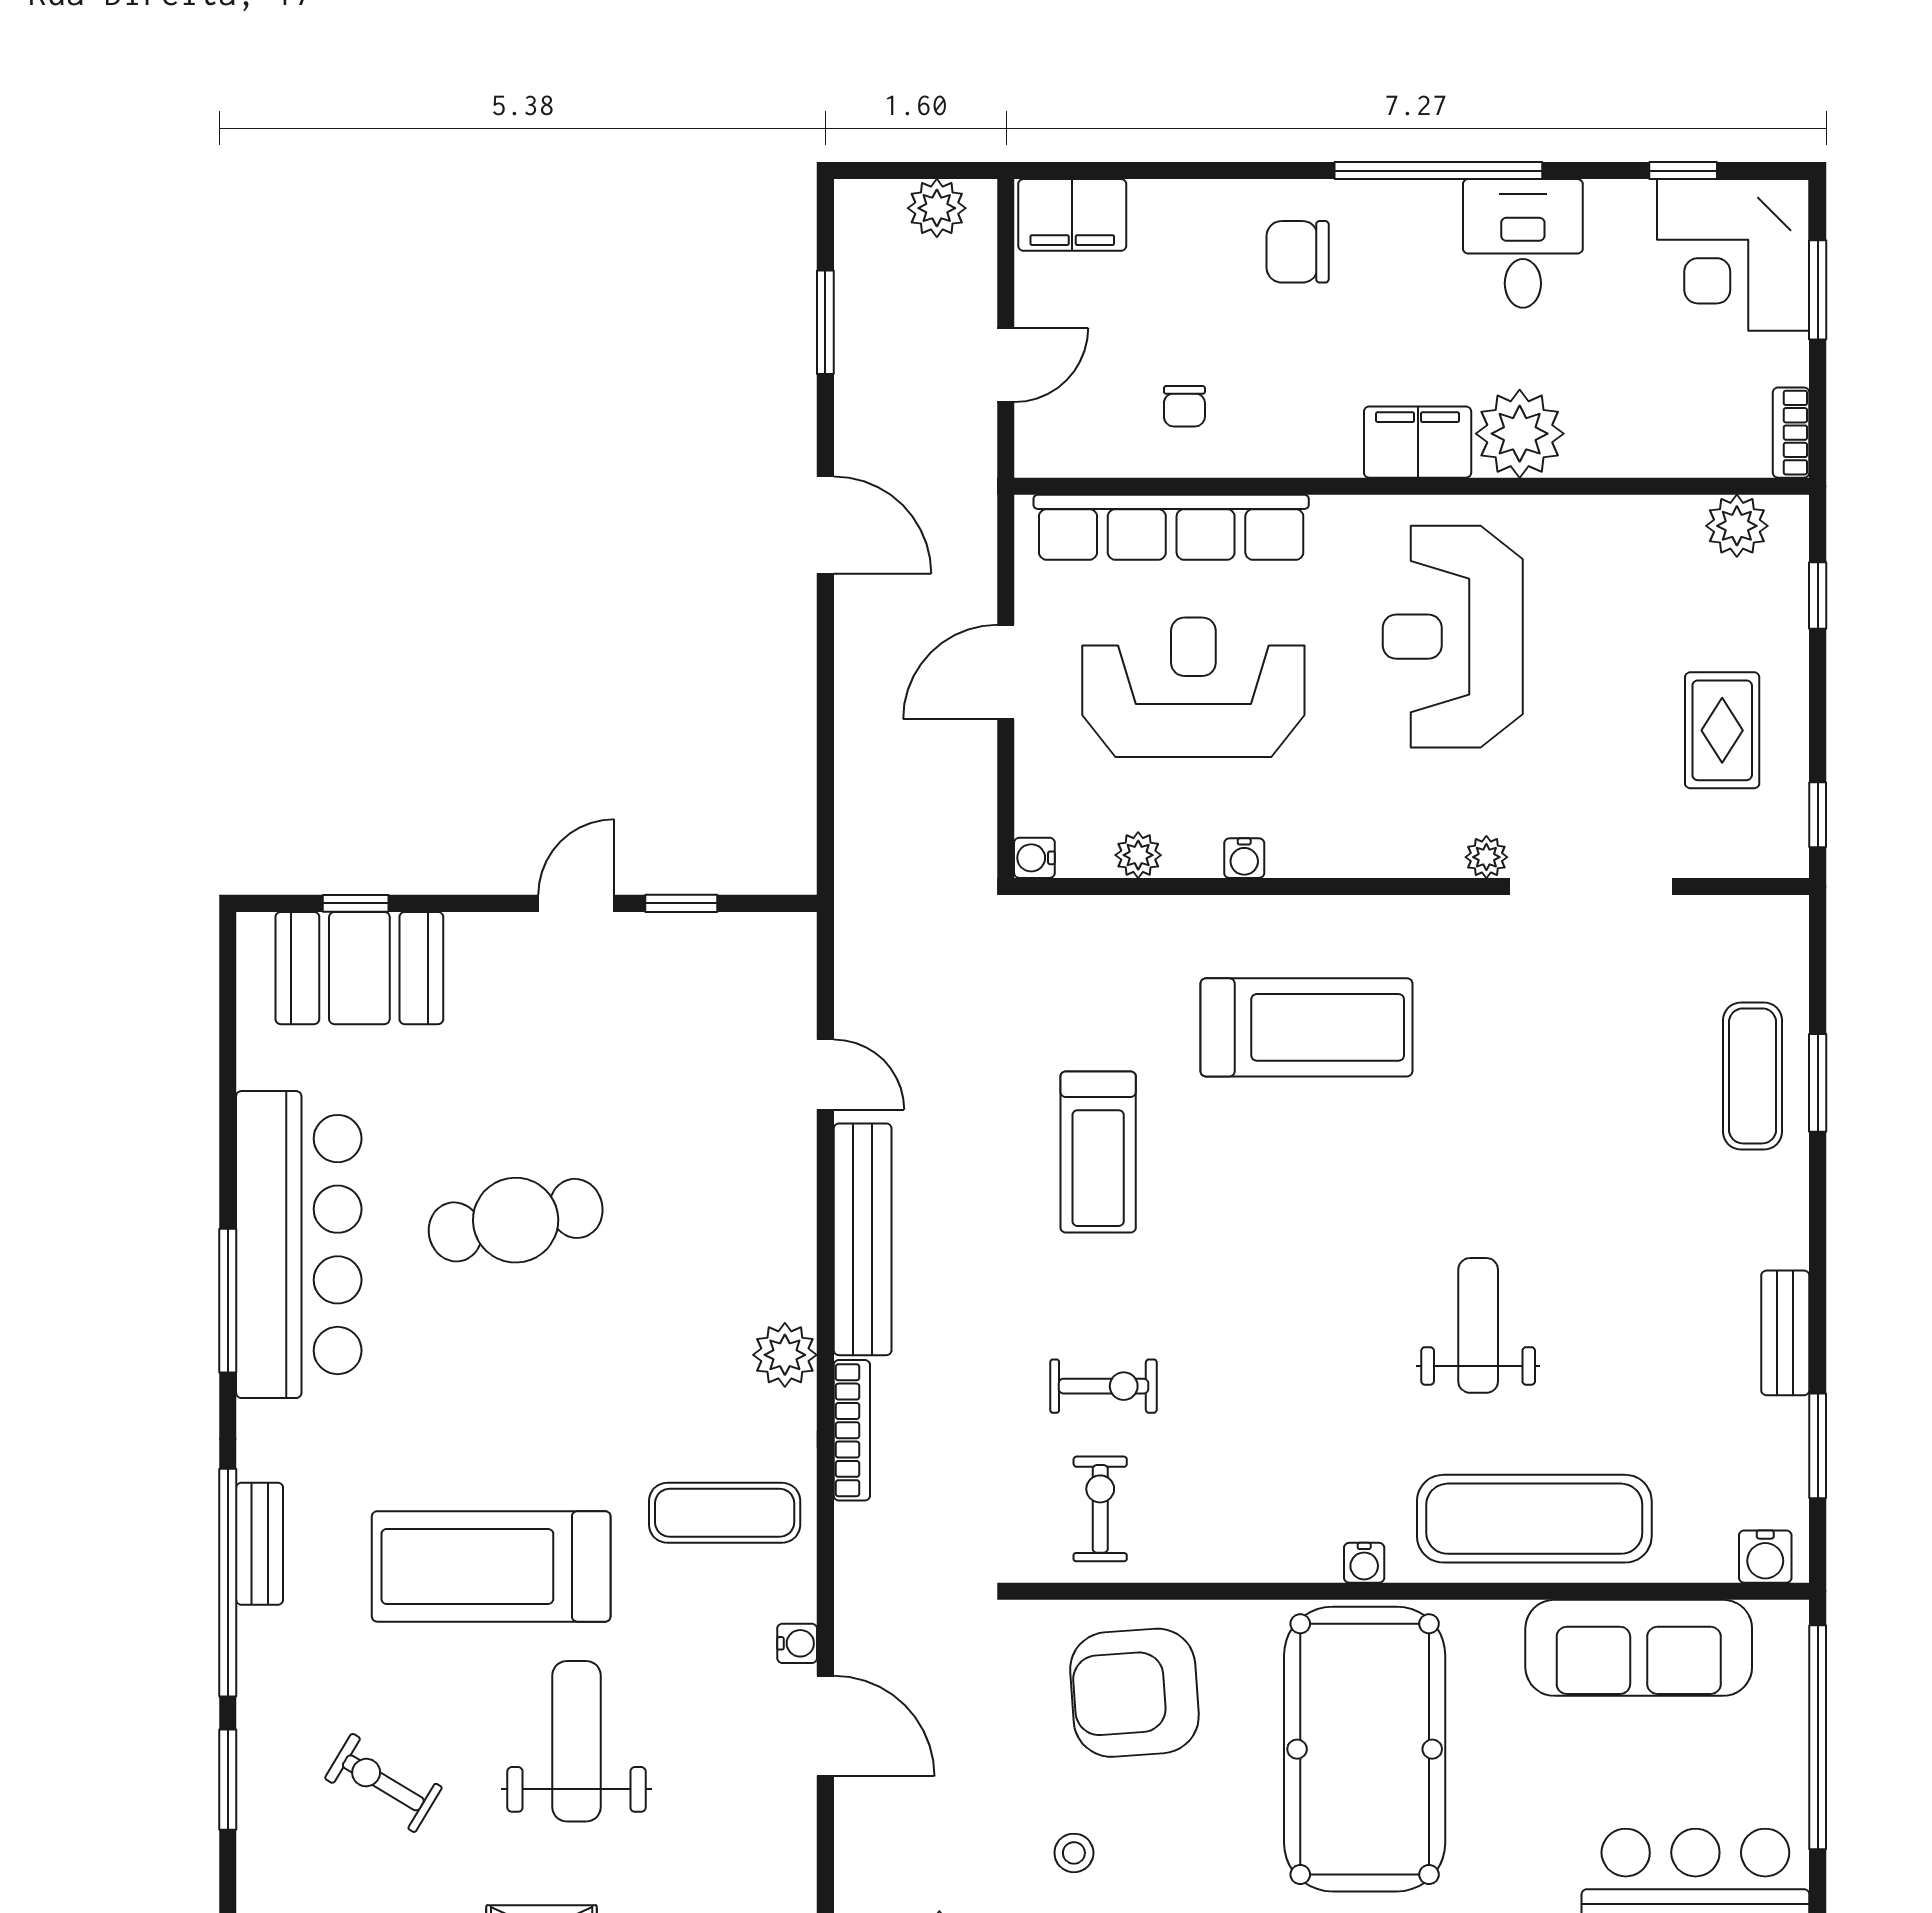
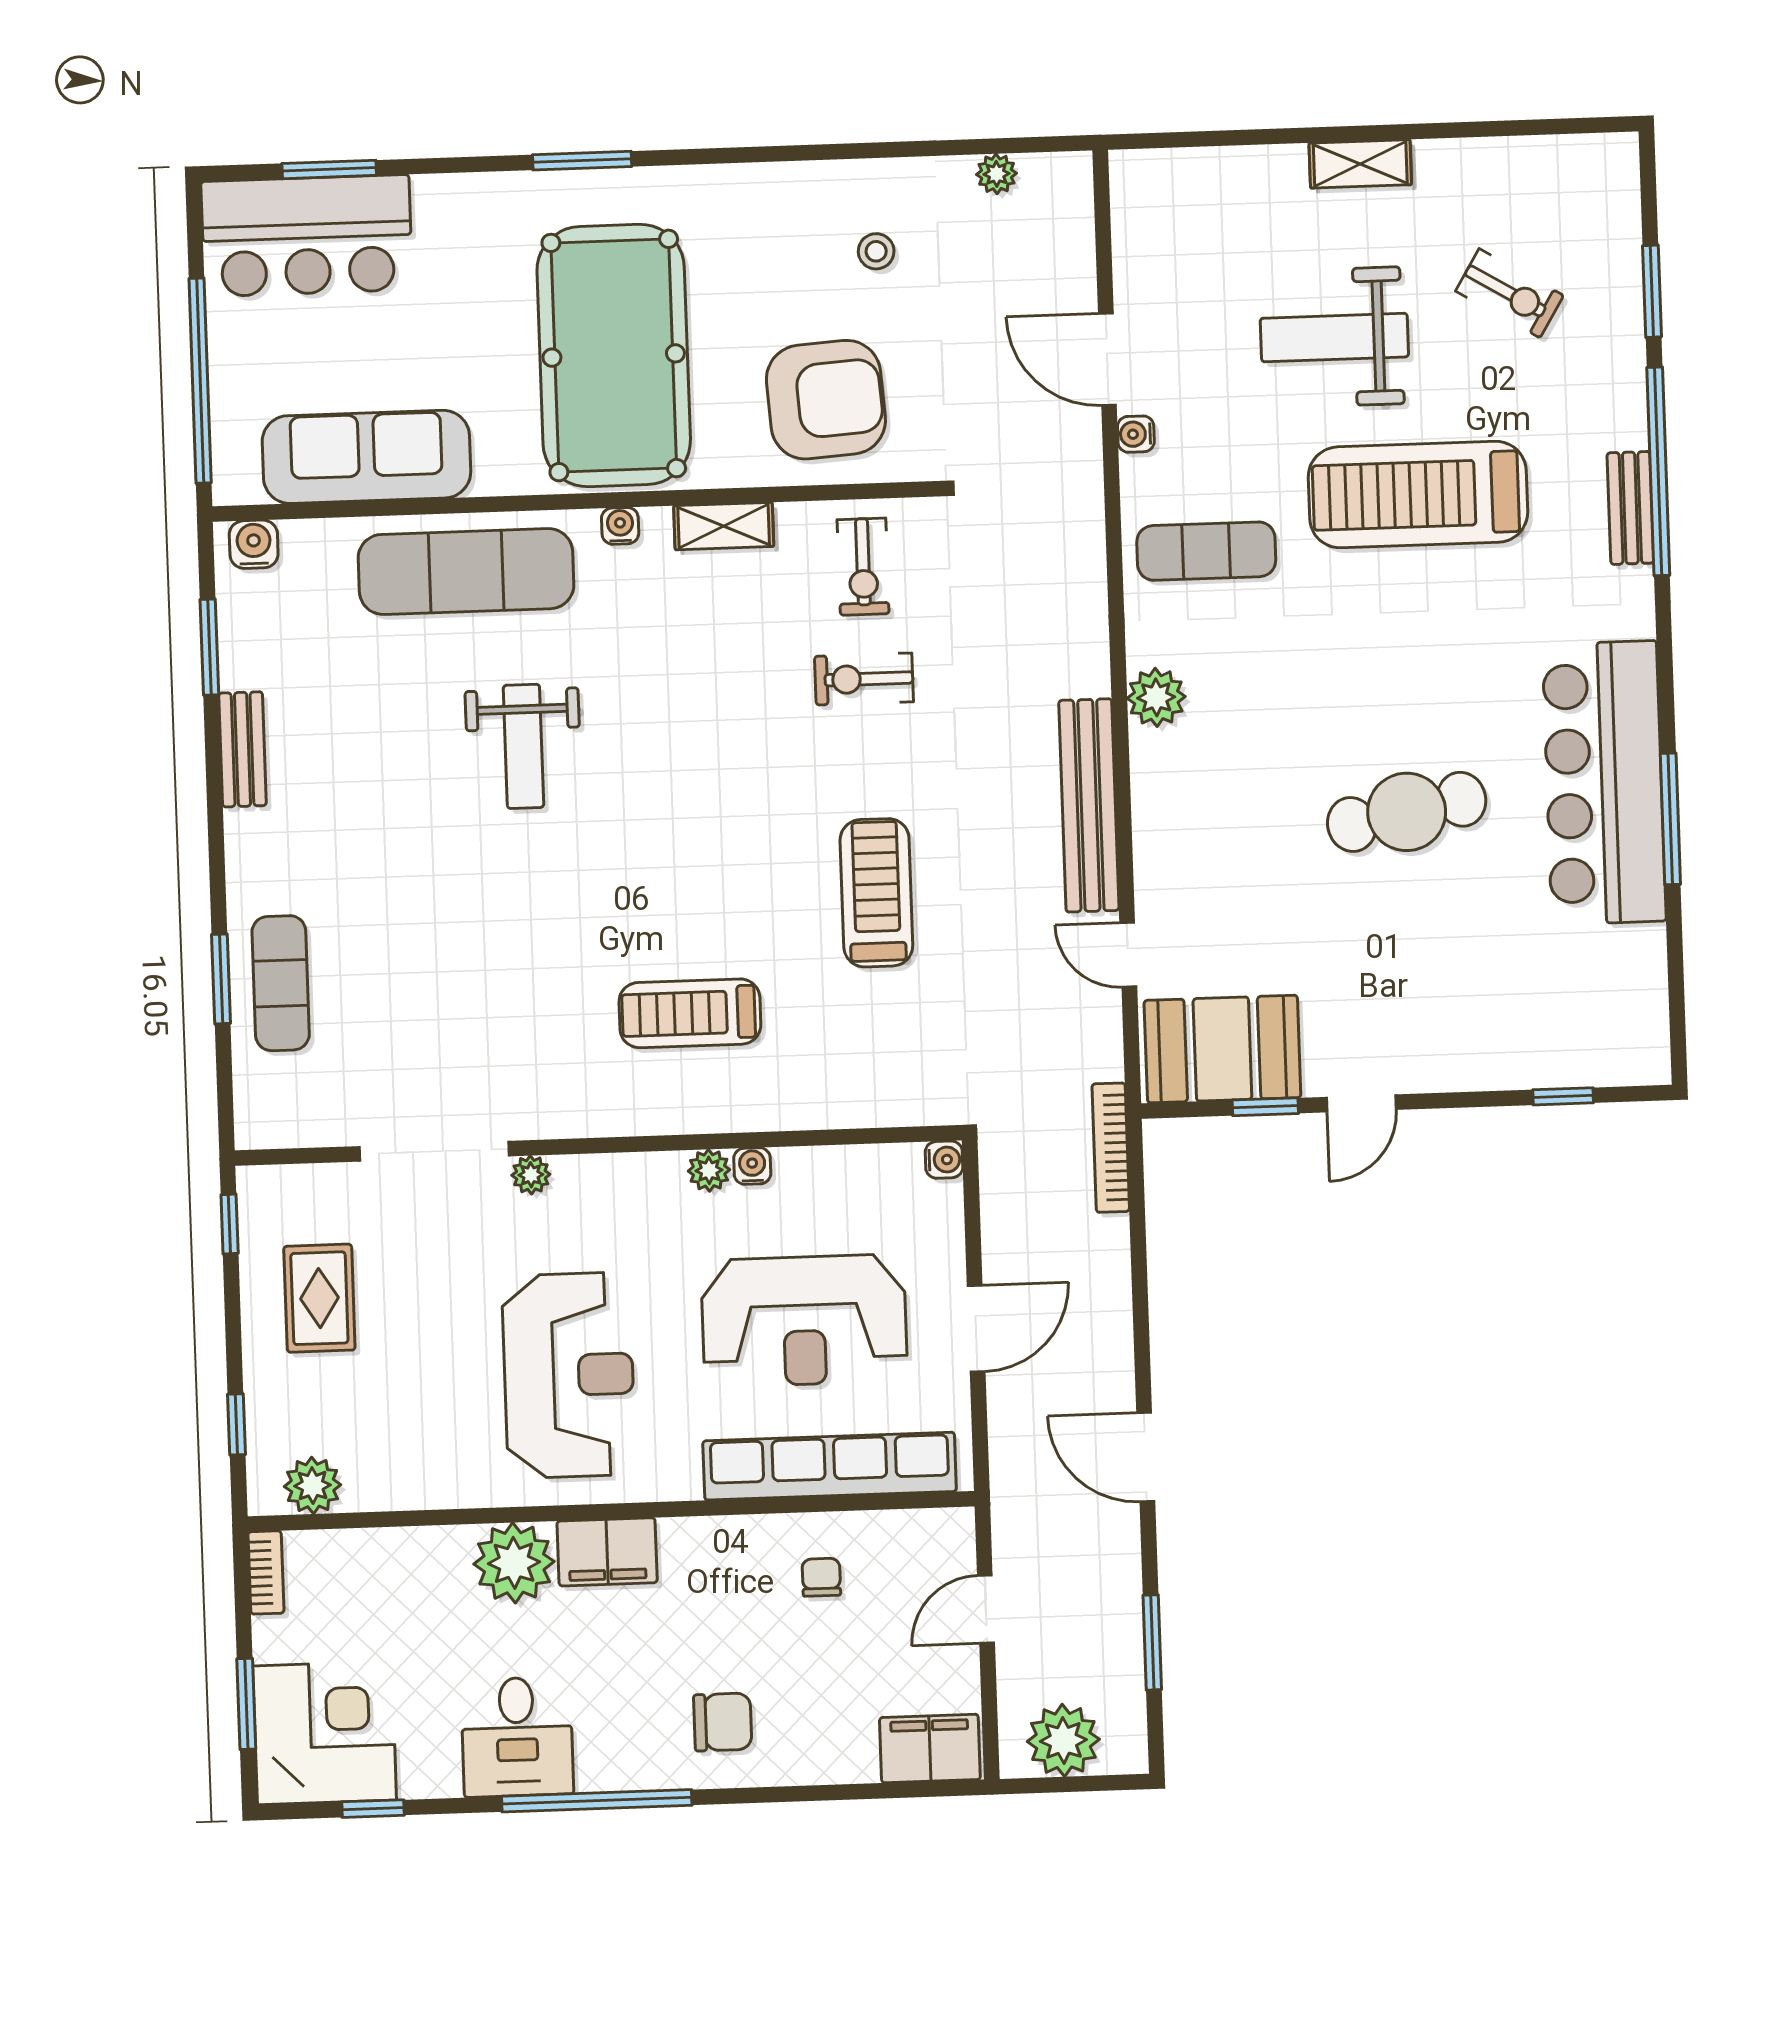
plant: (937, 208) -> (1063, 1740), width x1.36, depth x1.36
plant: (1138, 855) -> (709, 1170), moved
booth: (359, 968) -> (1222, 1049), moved
treadmill: (1306, 1027) -> (690, 1013), width x0.73, depth x0.73
window: (228, 1301) -> (1670, 819), moved
bookcase: (852, 1430) -> (1111, 1148), moved
shelving: (1251, 1559) -> (724, 526), added
treadmill: (491, 1566) -> (1418, 495), turned 180
weight bench: (576, 1741) -> (1334, 338), turned 90

